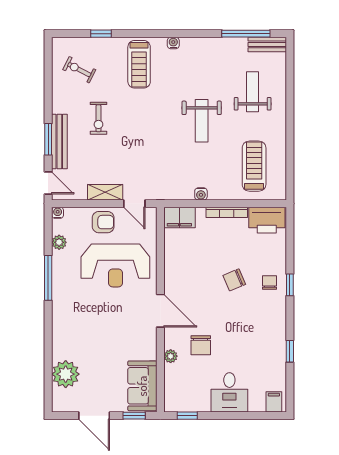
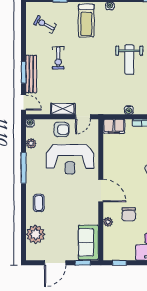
door: (134, 204) -> (83, 117), hinge flipped
coffee table: (70, 329) -> (39, 203), added
door: (94, 416) -> (55, 263), hinge flipped

